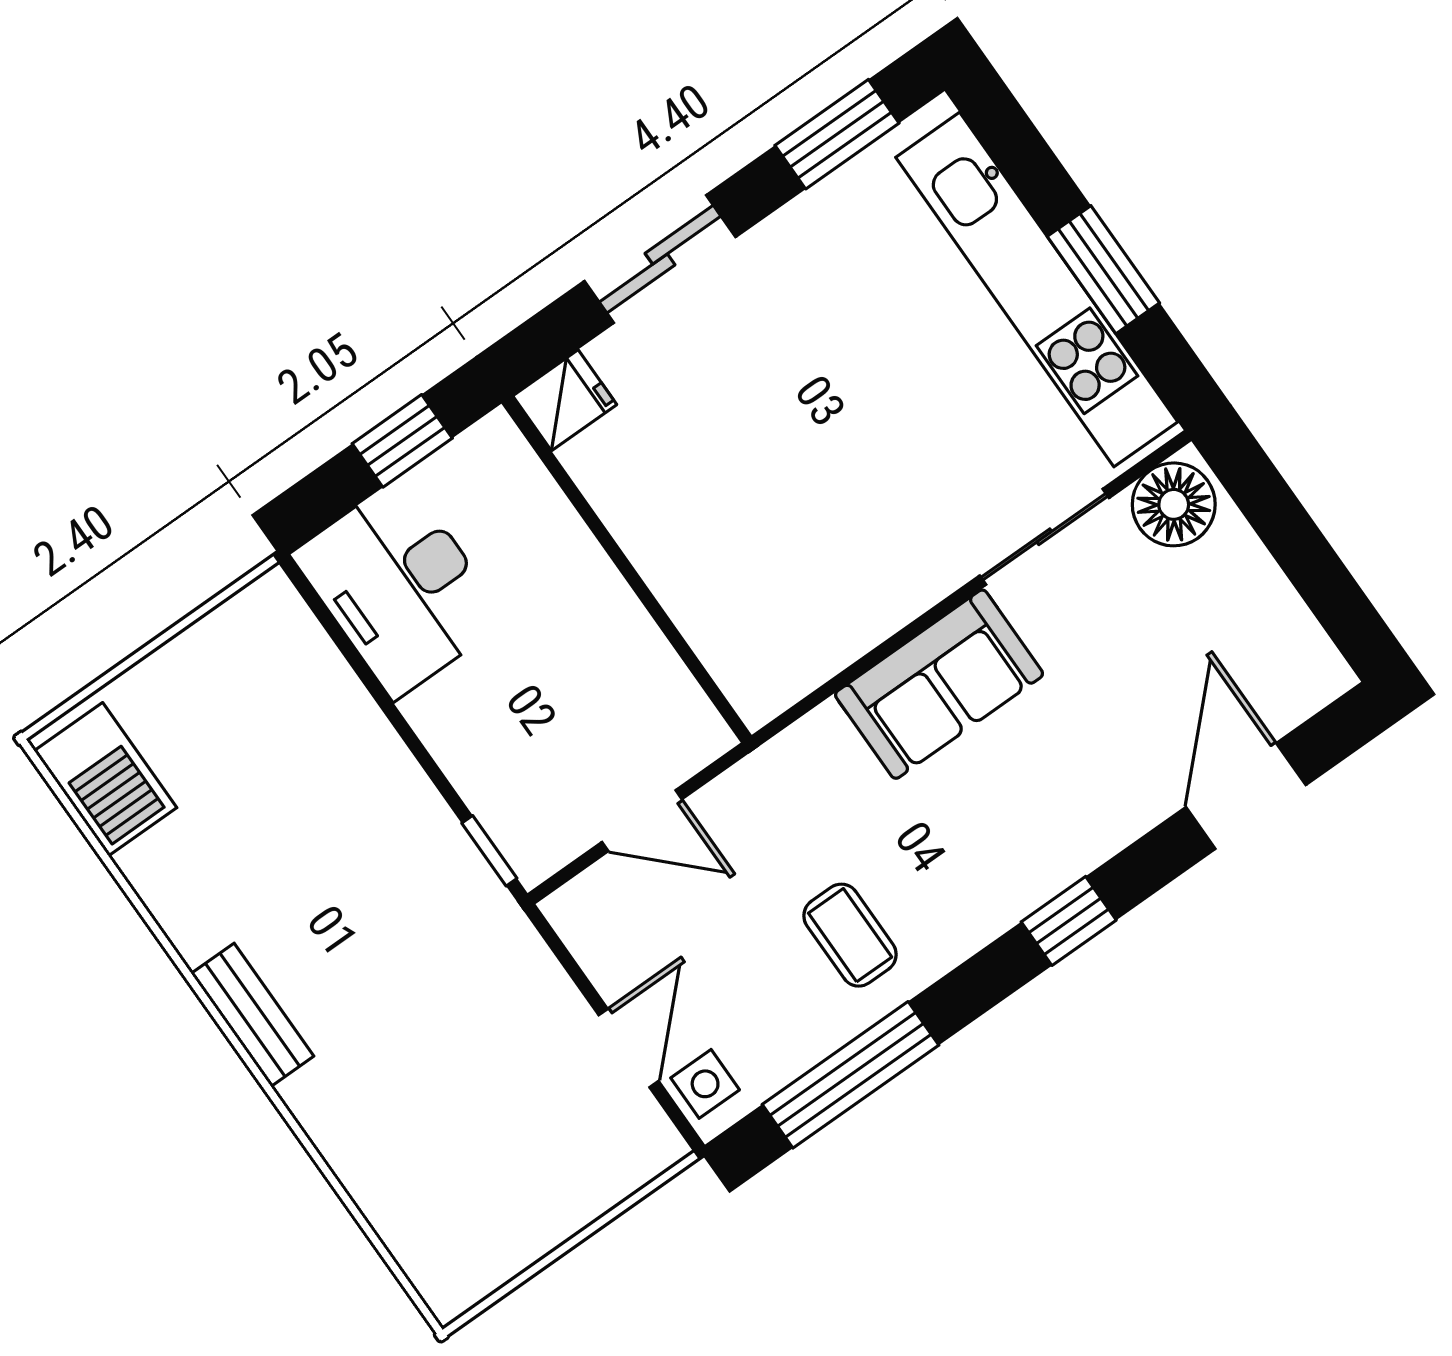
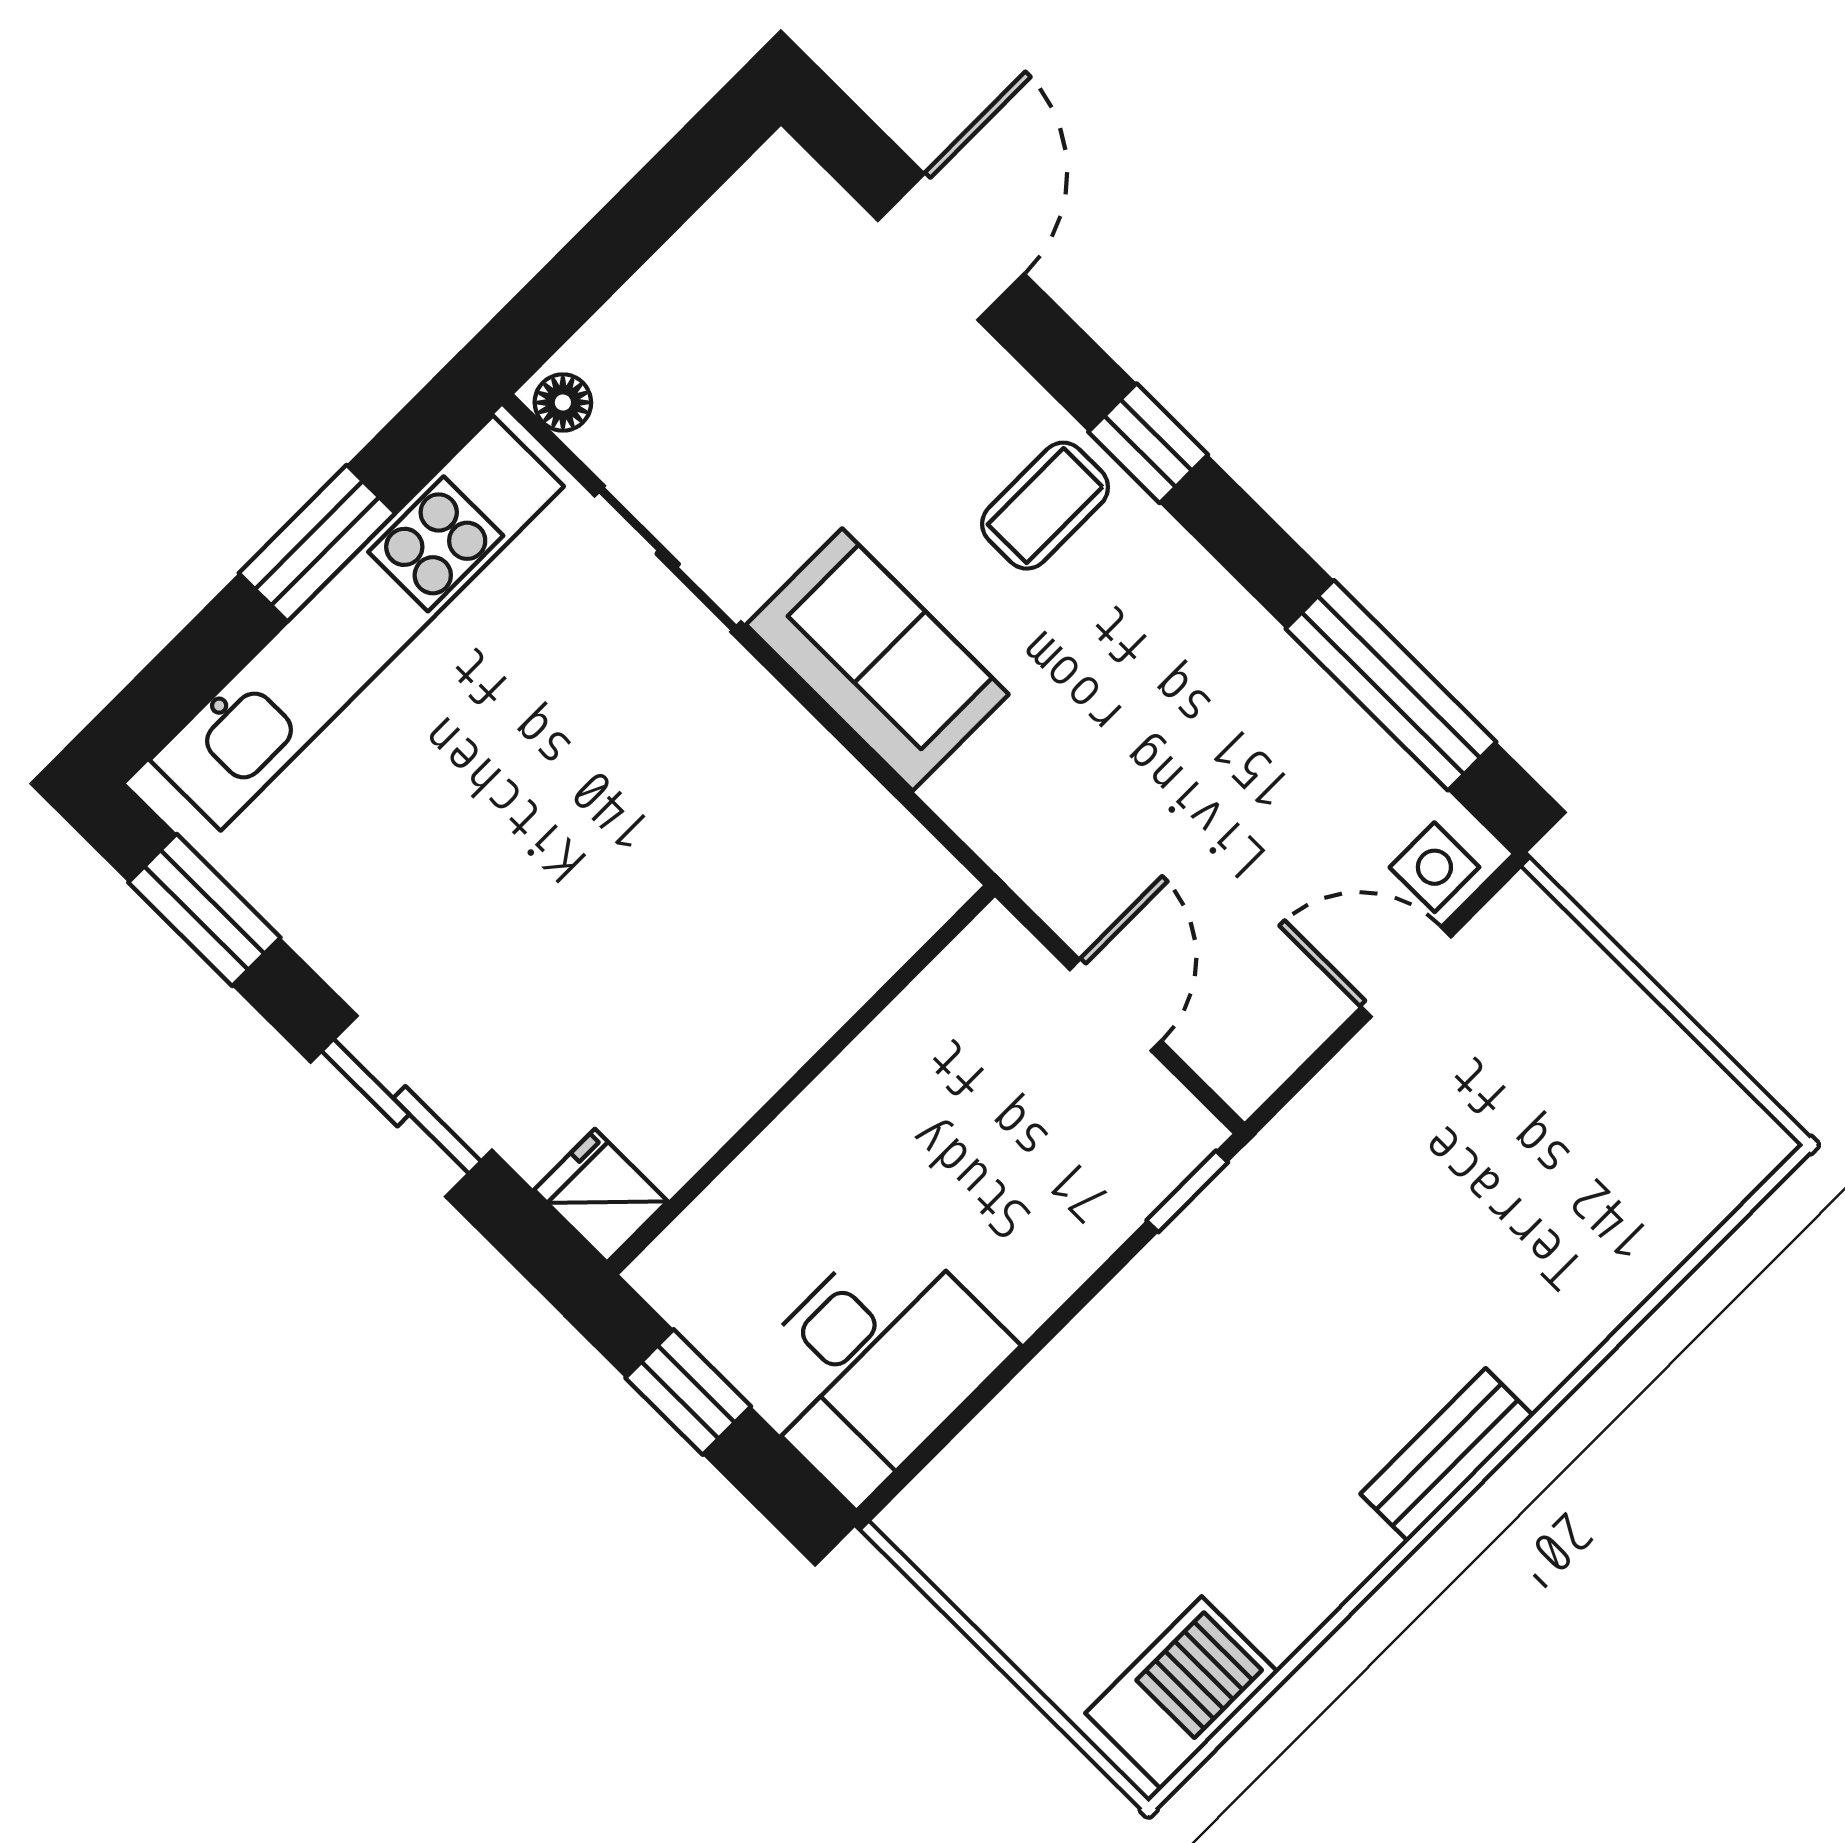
floor lamp: (1174, 504) -> (563, 402), width x0.53, depth x0.53
door: (1246, 796) -> (951, 247), swing flipped
coffee table: (850, 935) -> (1045, 506), moved

